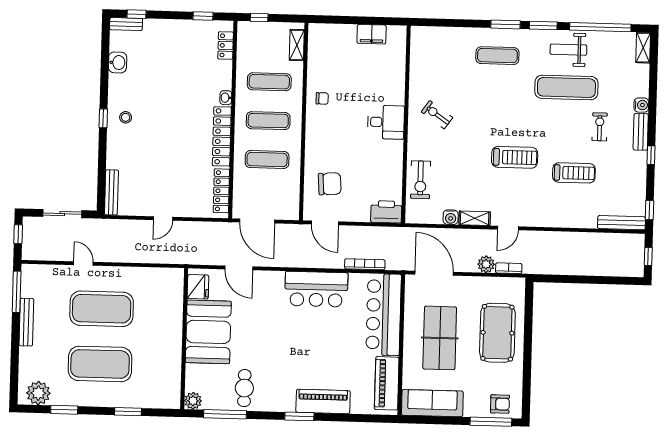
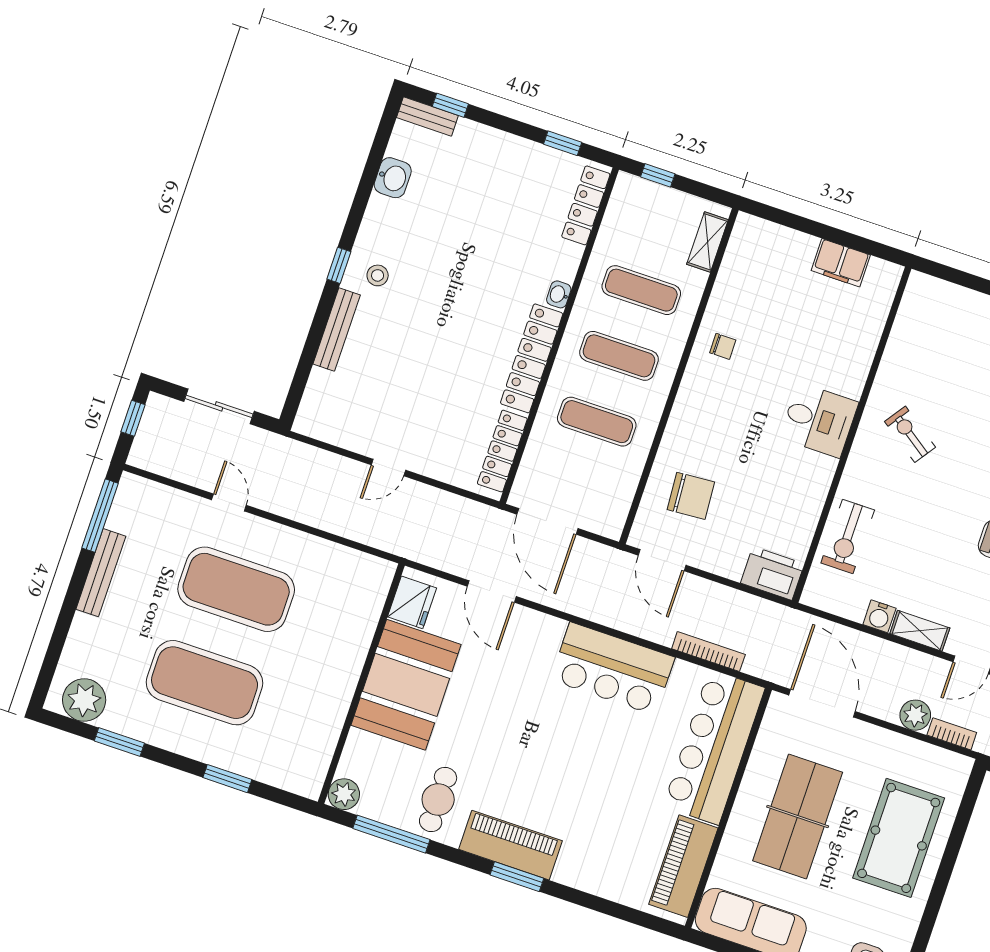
locker: (226, 45) -> (586, 205), width x1.53
bench: (111, 192) -> (337, 329), moved
piano: (323, 401) -> (510, 845), moved

